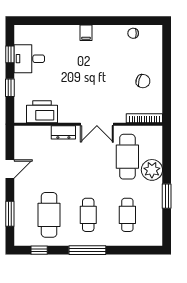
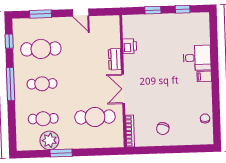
desk: (29, 59) -> (197, 58), moved, turned 90
printer: (42, 112) -> (130, 46), width x0.53, depth x0.68
plant: (152, 170) -> (49, 140), moved

